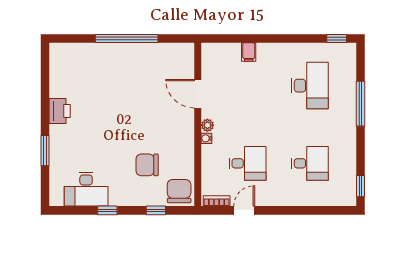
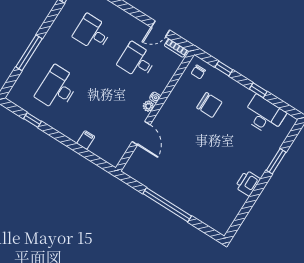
window: (337, 38) -> (33, 120), moved
chair: (179, 191) -> (198, 72), width x0.54, depth x0.54

